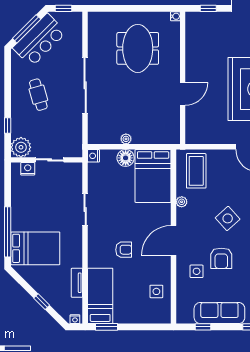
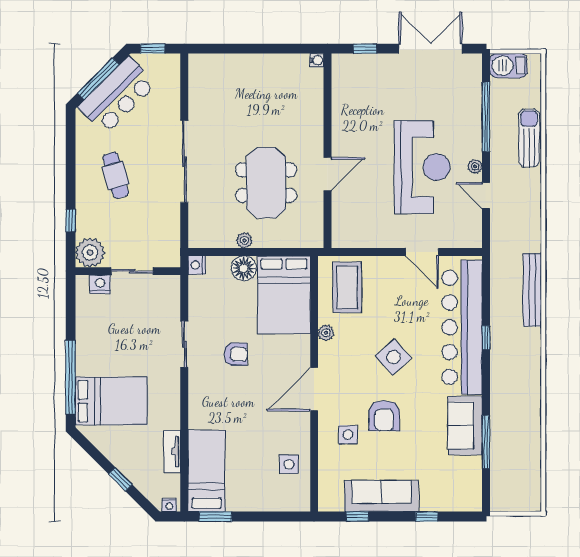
meeting table: (138, 48) -> (266, 183), moved
armchair: (124, 250) -> (236, 354), moved

